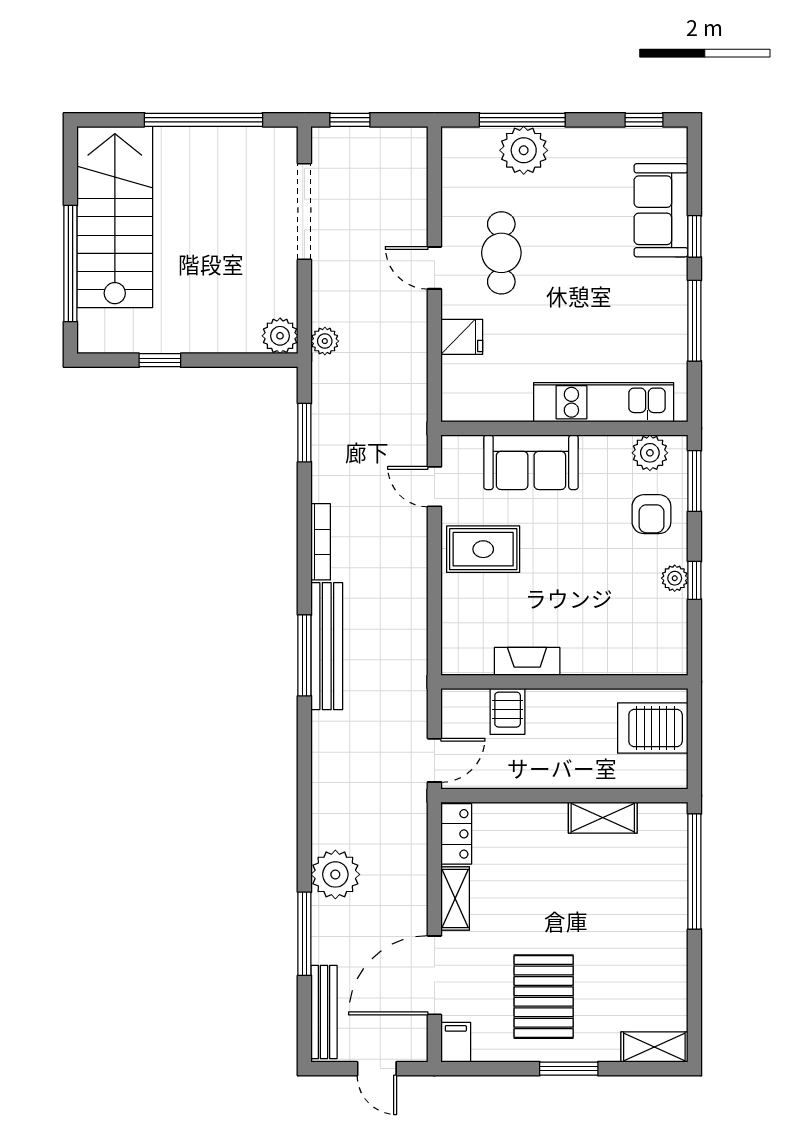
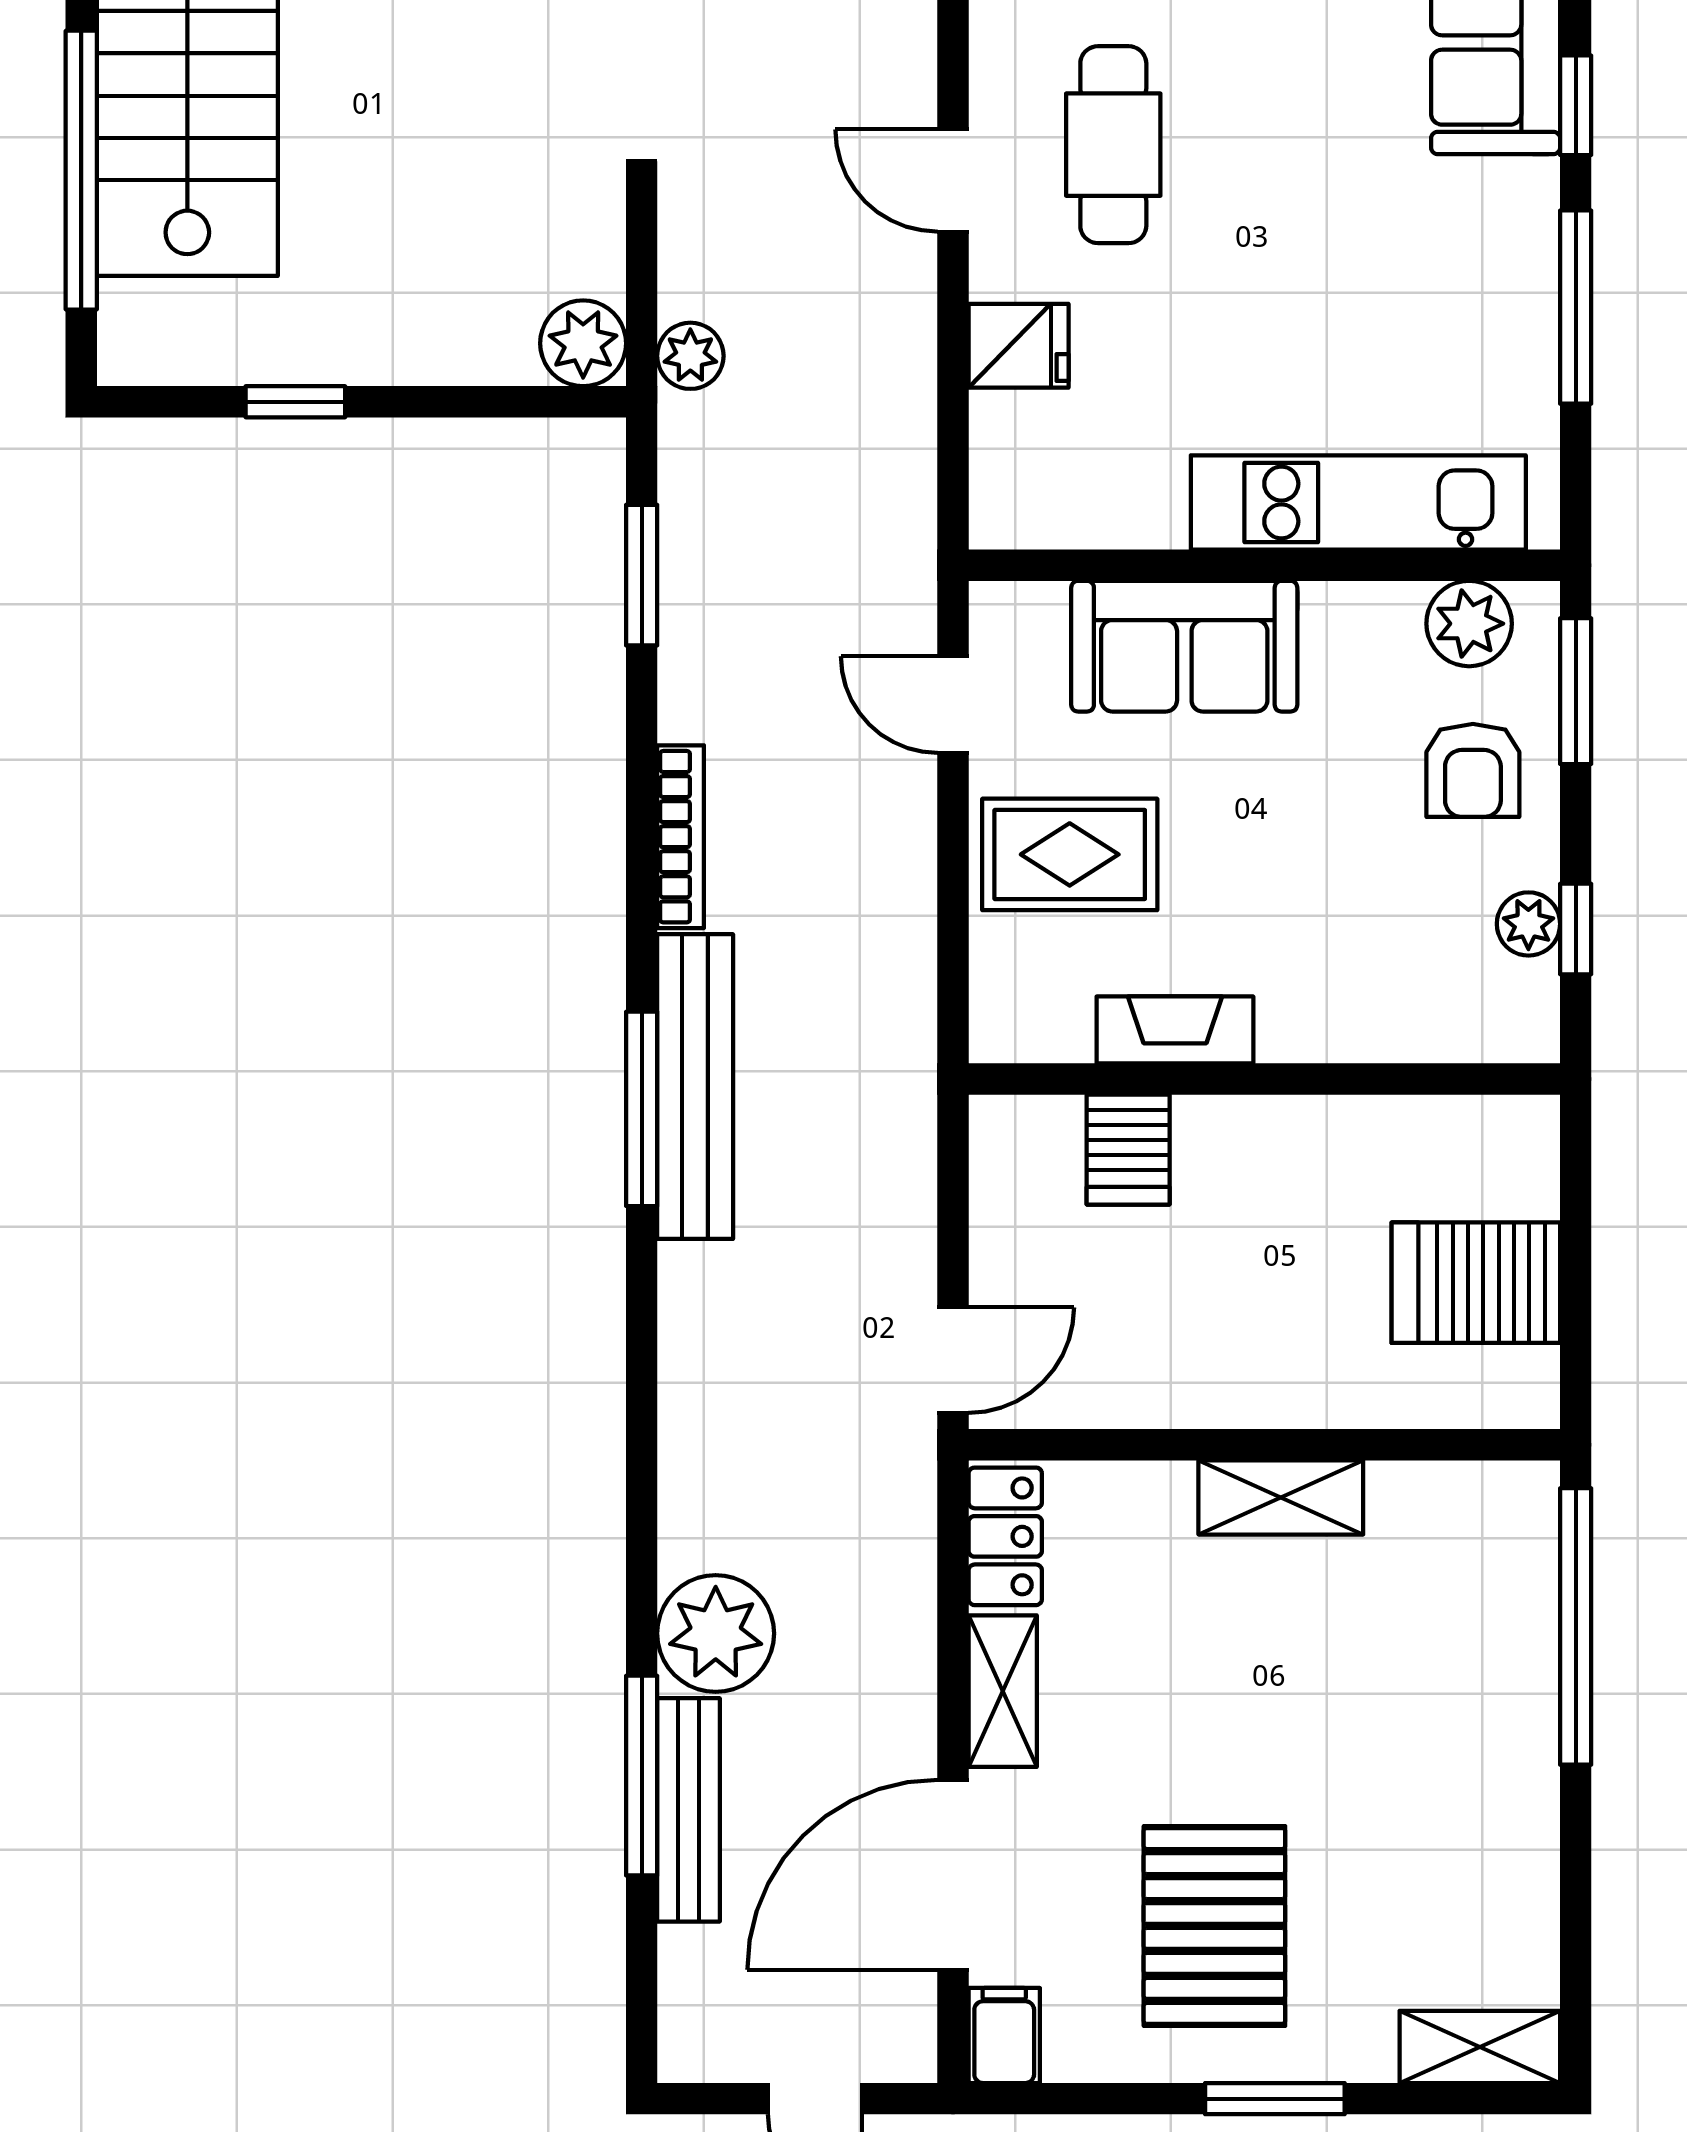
fireplace: (527, 661) -> (1175, 1030), moved
wall: (564, 682) -> (1264, 1079), moved
server rack: (508, 711) -> (1128, 1150), moved
shelving: (603, 818) -> (1281, 1497), moved
bench: (324, 1012) -> (688, 1810), moved

